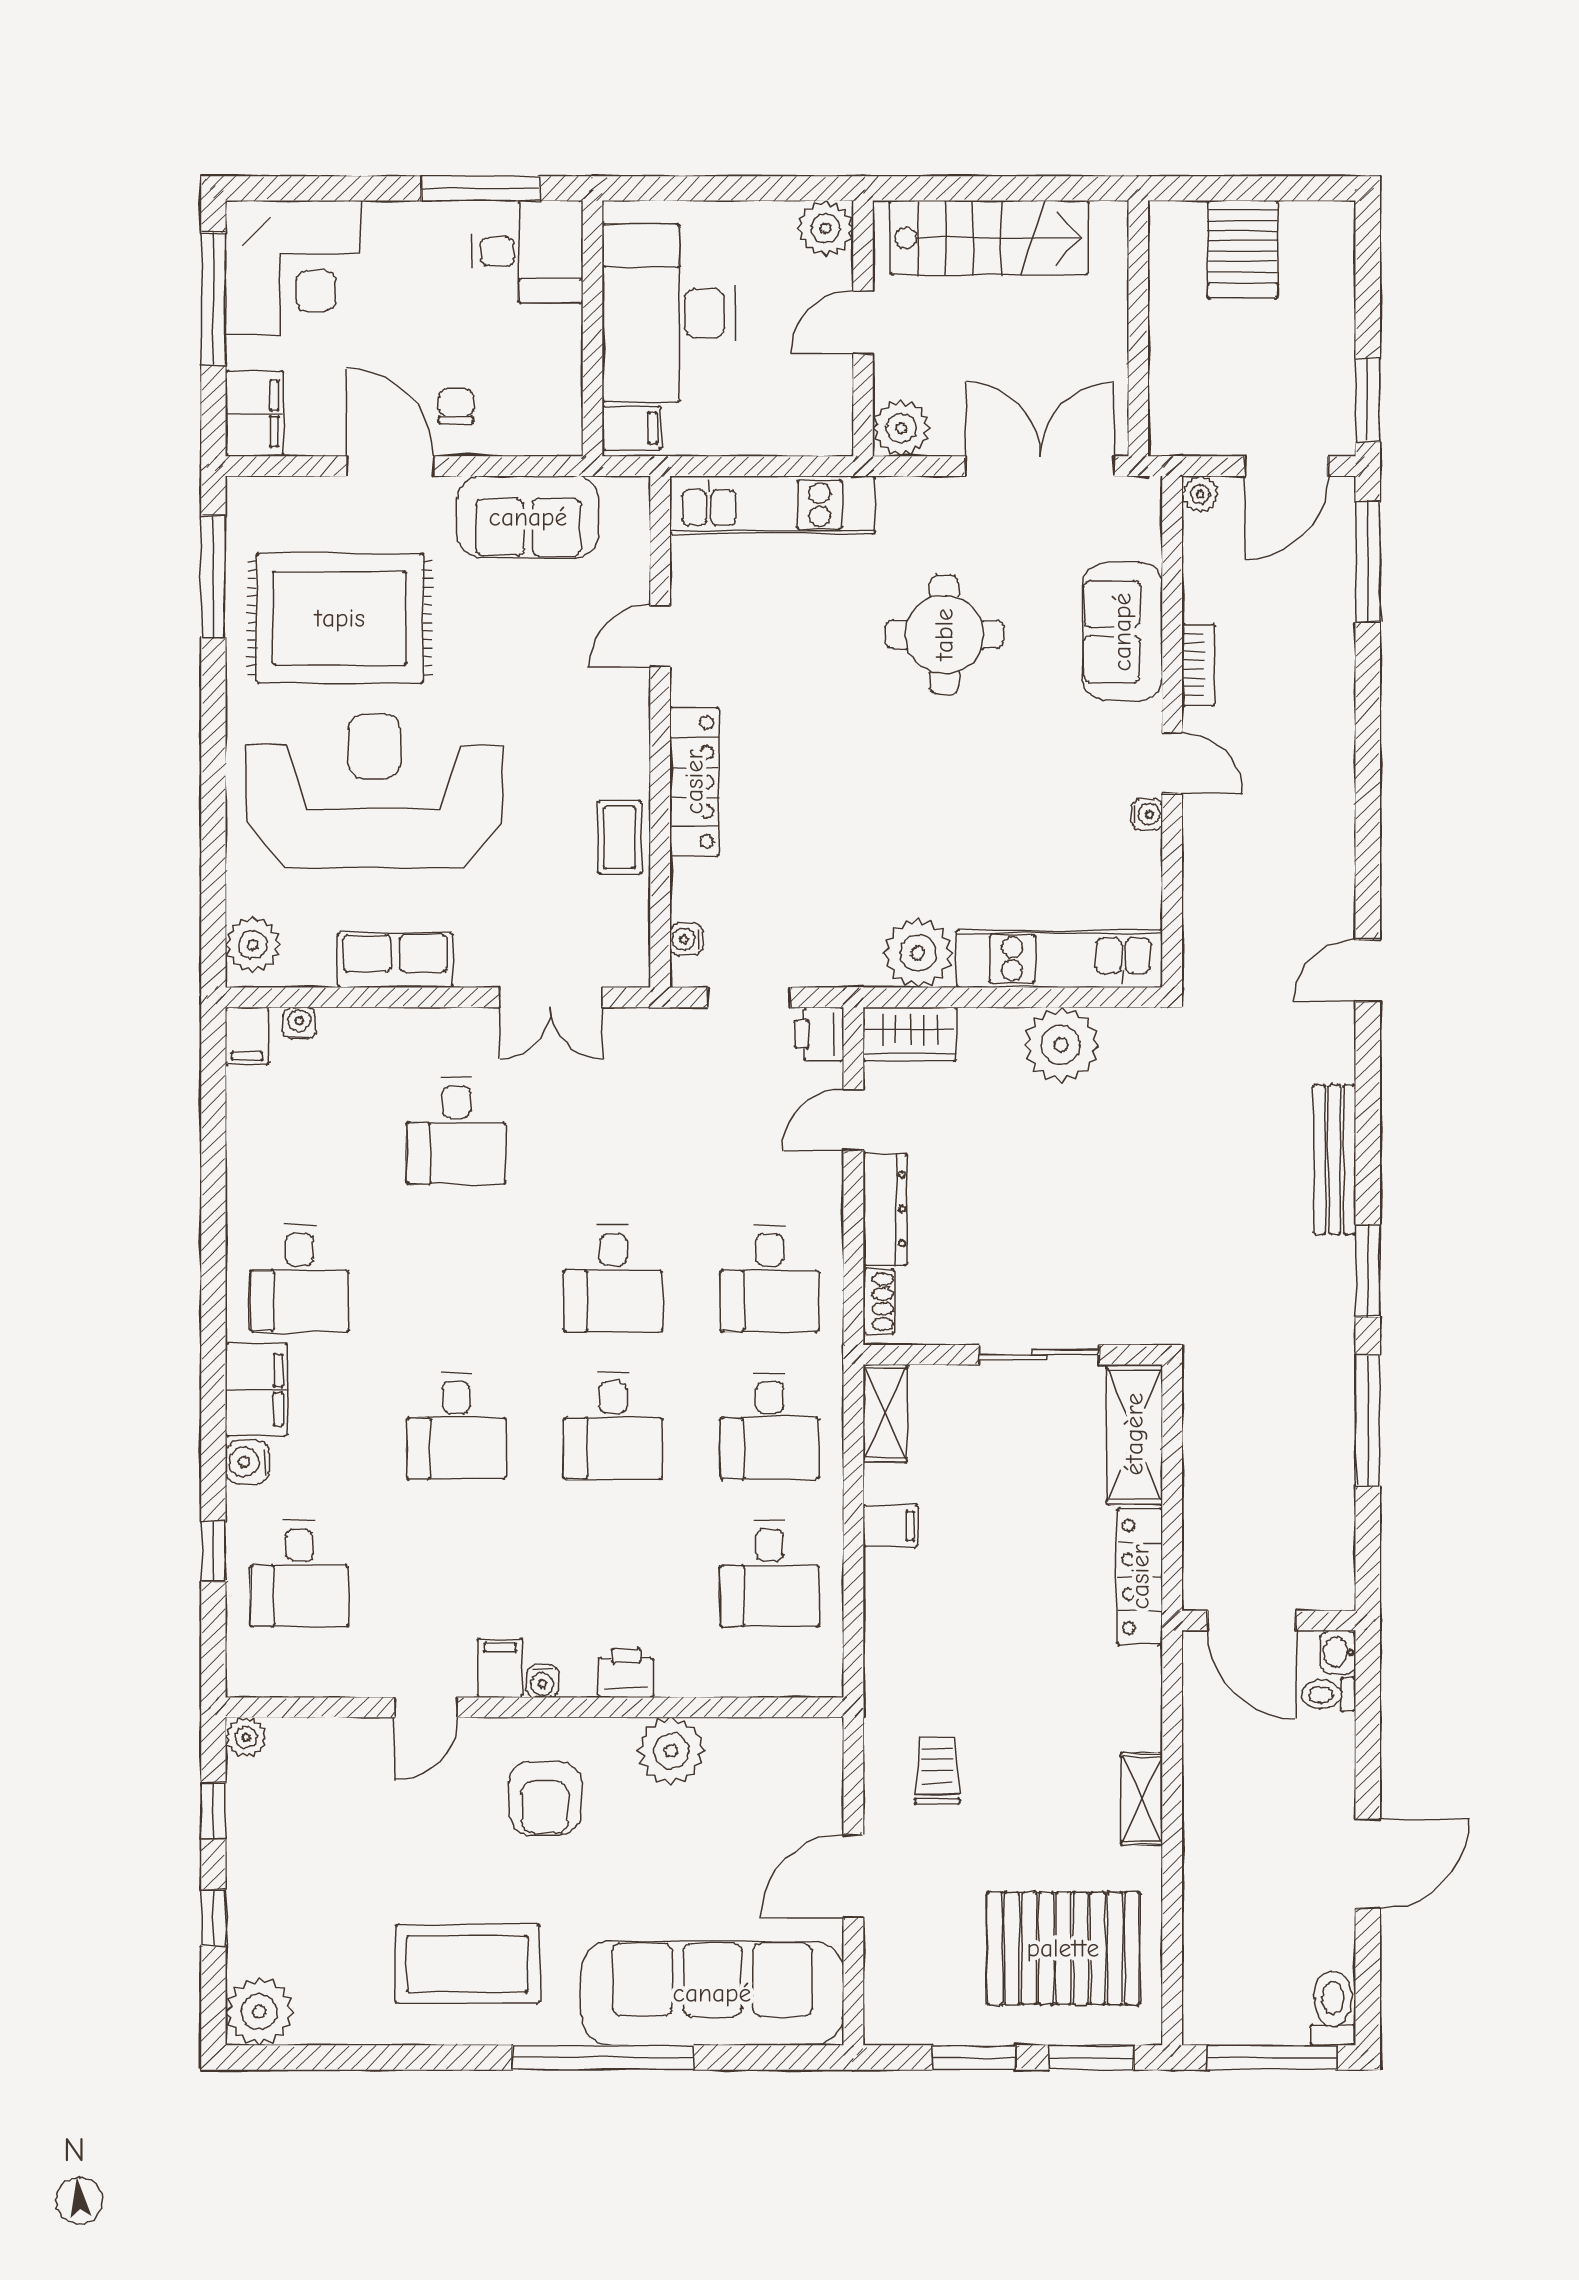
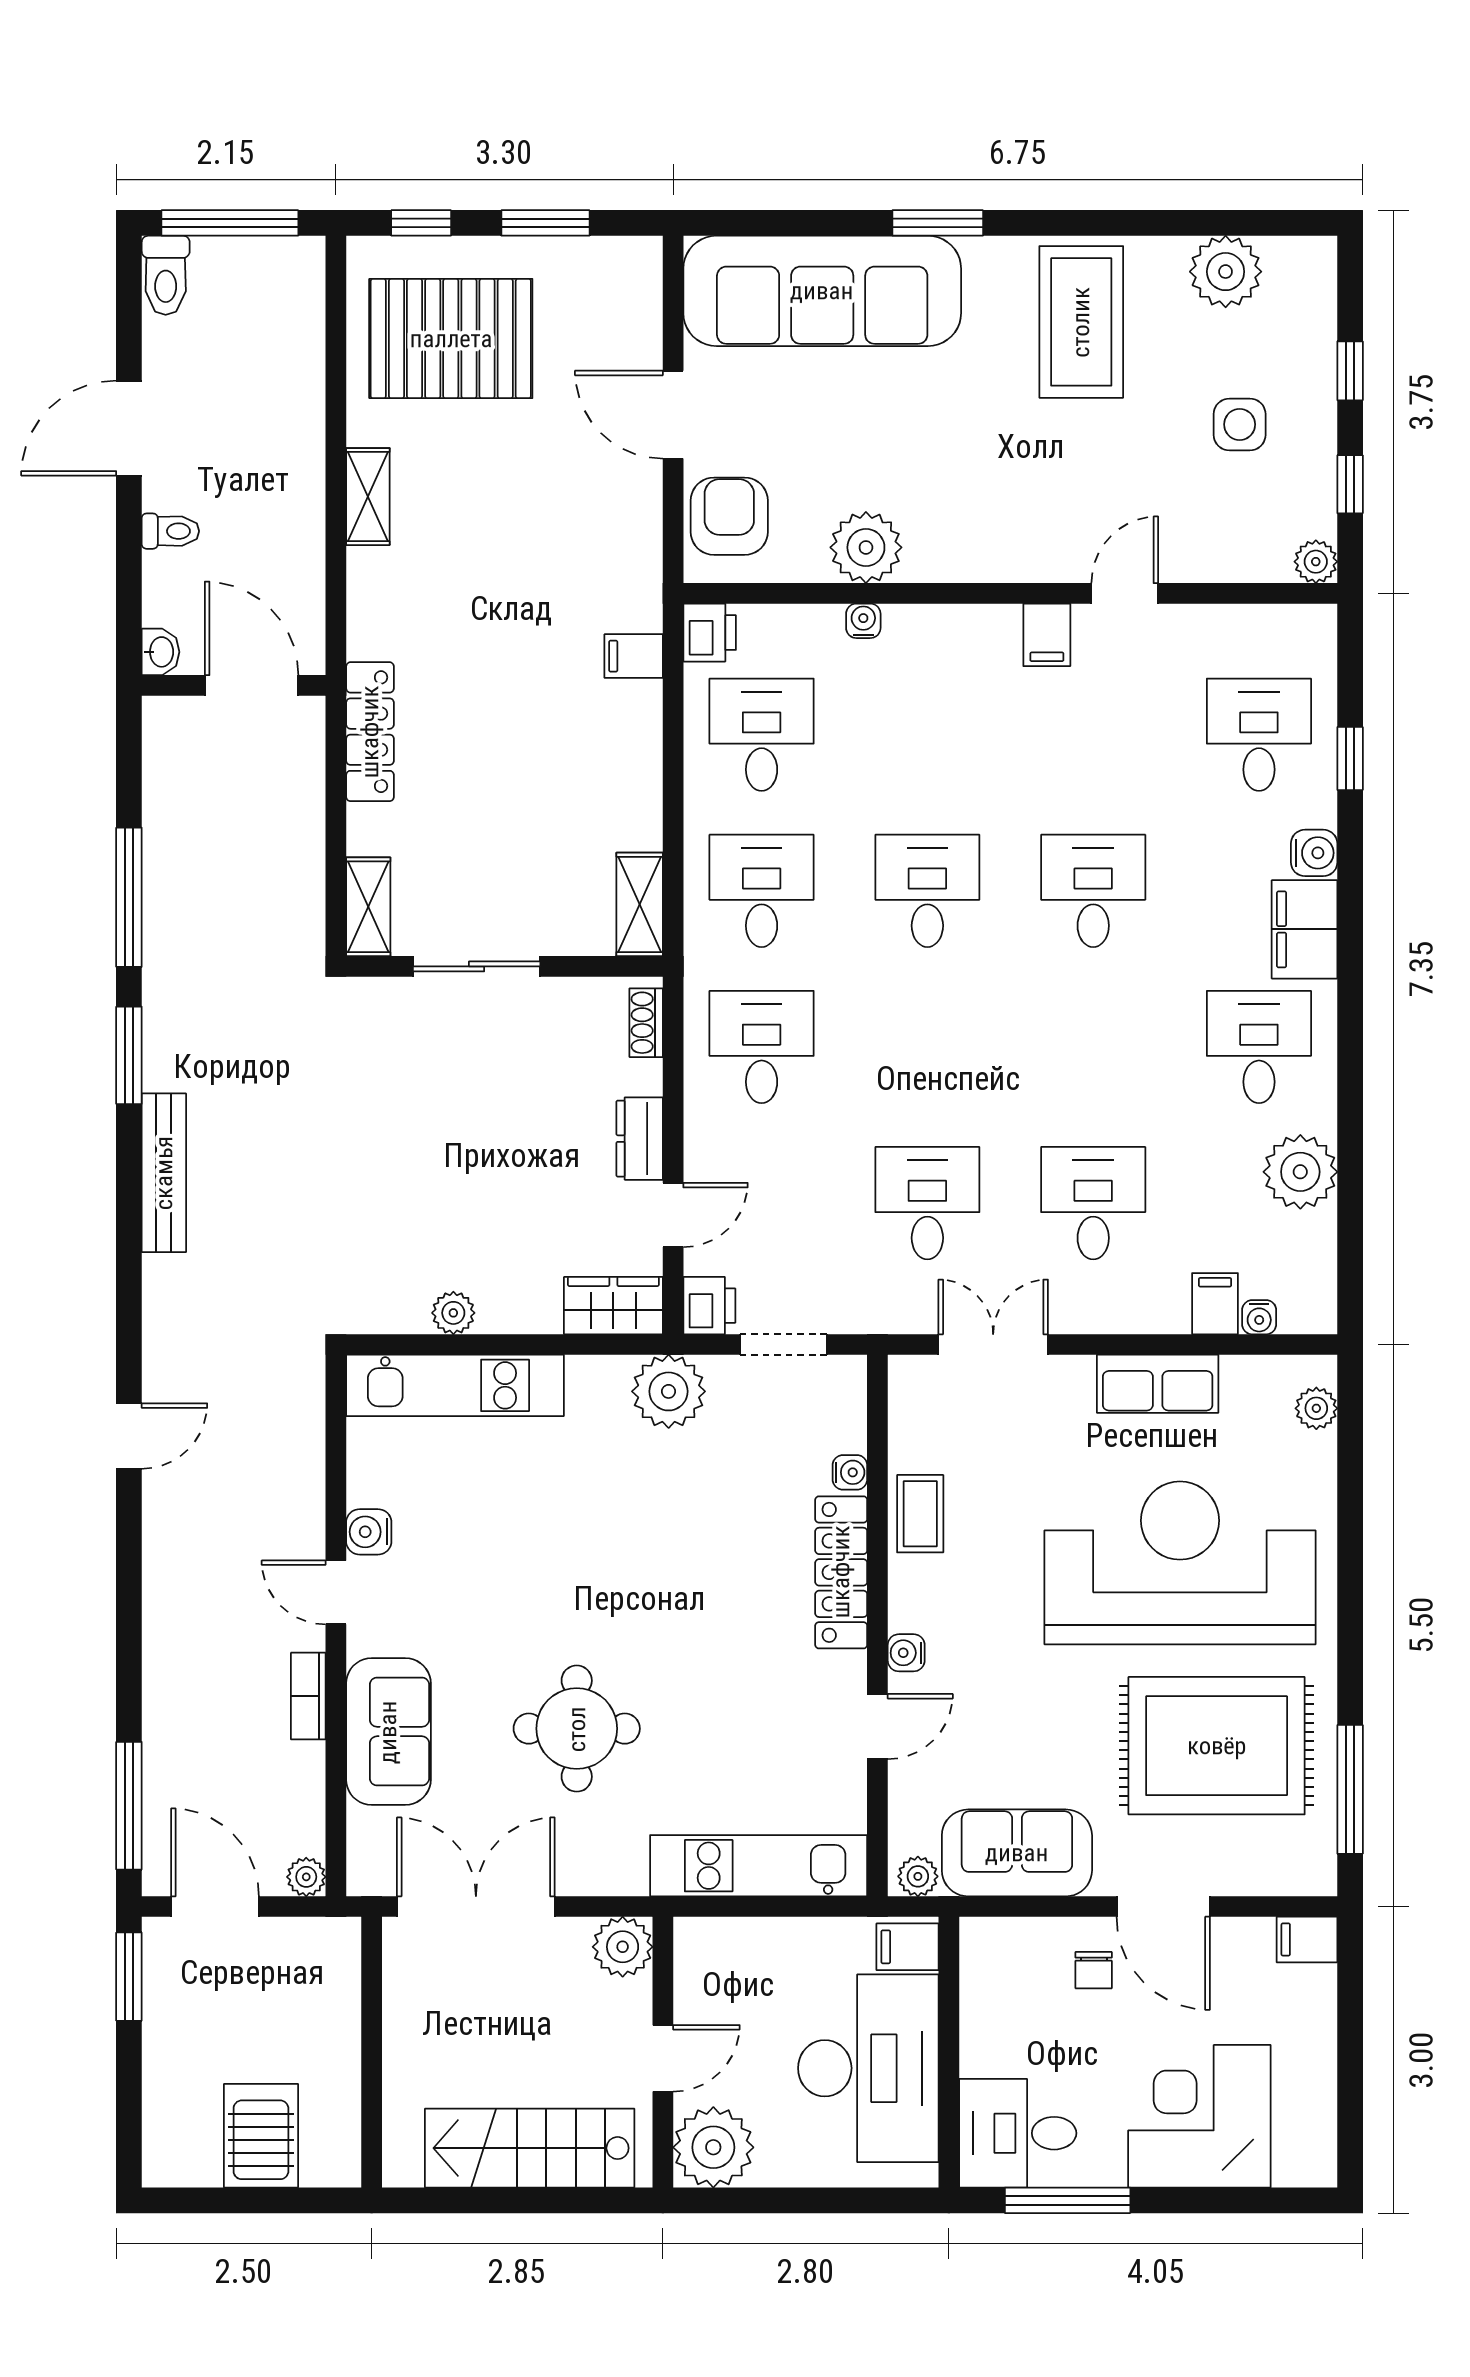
plant: (825, 228) -> (713, 2147), width x1.36, depth x1.36
corner desk: (293, 268) -> (1199, 2116), moved
window: (213, 299) -> (1350, 2083), removed
filing cabinet: (254, 413) -> (1307, 1939), width x0.50
double door: (1040, 466) -> (476, 1907), swing flipped
door: (1286, 466) -> (215, 1907), hinge flipped
plant: (622, 495) -> (918, 1876), added
water cooler: (633, 706) -> (906, 1653), added
reception desk: (374, 791) -> (1180, 1563), turned 180
water cooler: (1147, 814) -> (369, 1532), width x1.38, depth x1.38
water cooler: (686, 939) -> (850, 1472), moved
plant: (253, 945) -> (1316, 1408), width x0.73, depth x0.73
plant: (918, 953) -> (669, 1391), moved
door: (1368, 970) -> (129, 1436), moved
filing cabinet: (247, 1036) -> (1215, 1304), moved
plant: (1061, 1045) -> (453, 1313), width x0.53, depth x0.53
plant: (260, 1161) -> (1300, 1172), added
dresser: (885, 1209) -> (640, 1139), width x0.70
desk: (613, 1279) -> (927, 1203), moved
shelving: (1134, 1434) -> (368, 907), width x0.67, depth x0.75
filing cabinet: (891, 1526) -> (634, 656), moved
printer: (626, 1673) -> (710, 633), moved, turned -90
water cooler: (542, 1681) -> (863, 621), moved
toilet: (1328, 1695) -> (170, 531), moved
trolley: (937, 1770) -> (584, 527), removed
armchair: (545, 1798) -> (729, 516), moved
side table: (318, 1867) -> (1240, 424), added
door: (853, 1876) -> (673, 415), swing flipped
coffee table: (467, 1964) -> (1081, 322), turned 90
plant: (259, 2012) -> (1226, 272), moved
window: (603, 2058) -> (938, 223), width x0.47
window: (1091, 2058) -> (421, 223), width x0.67

